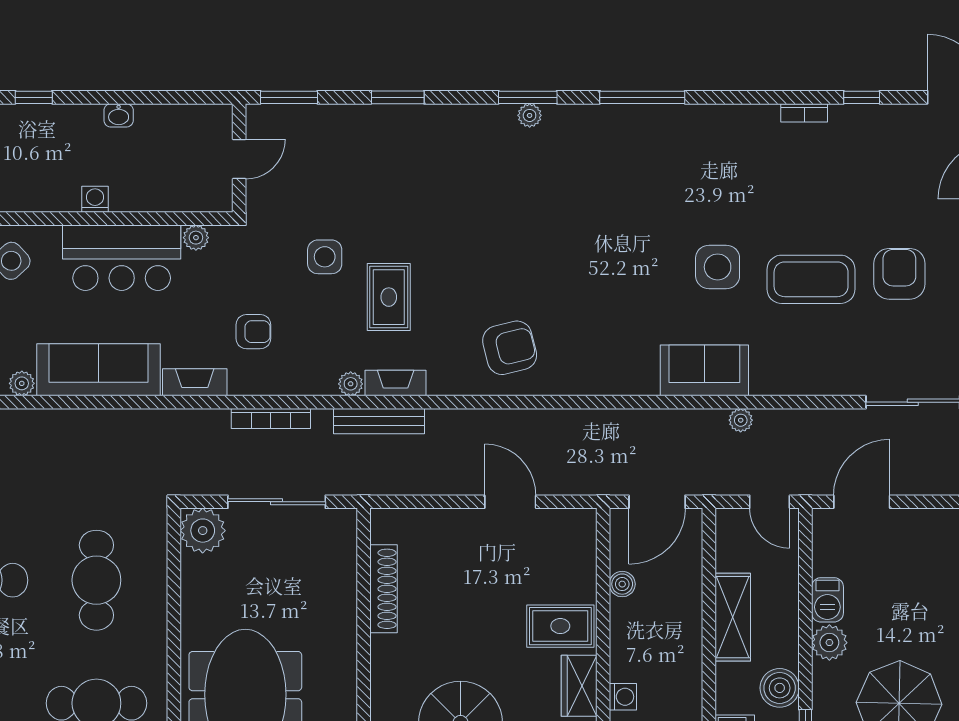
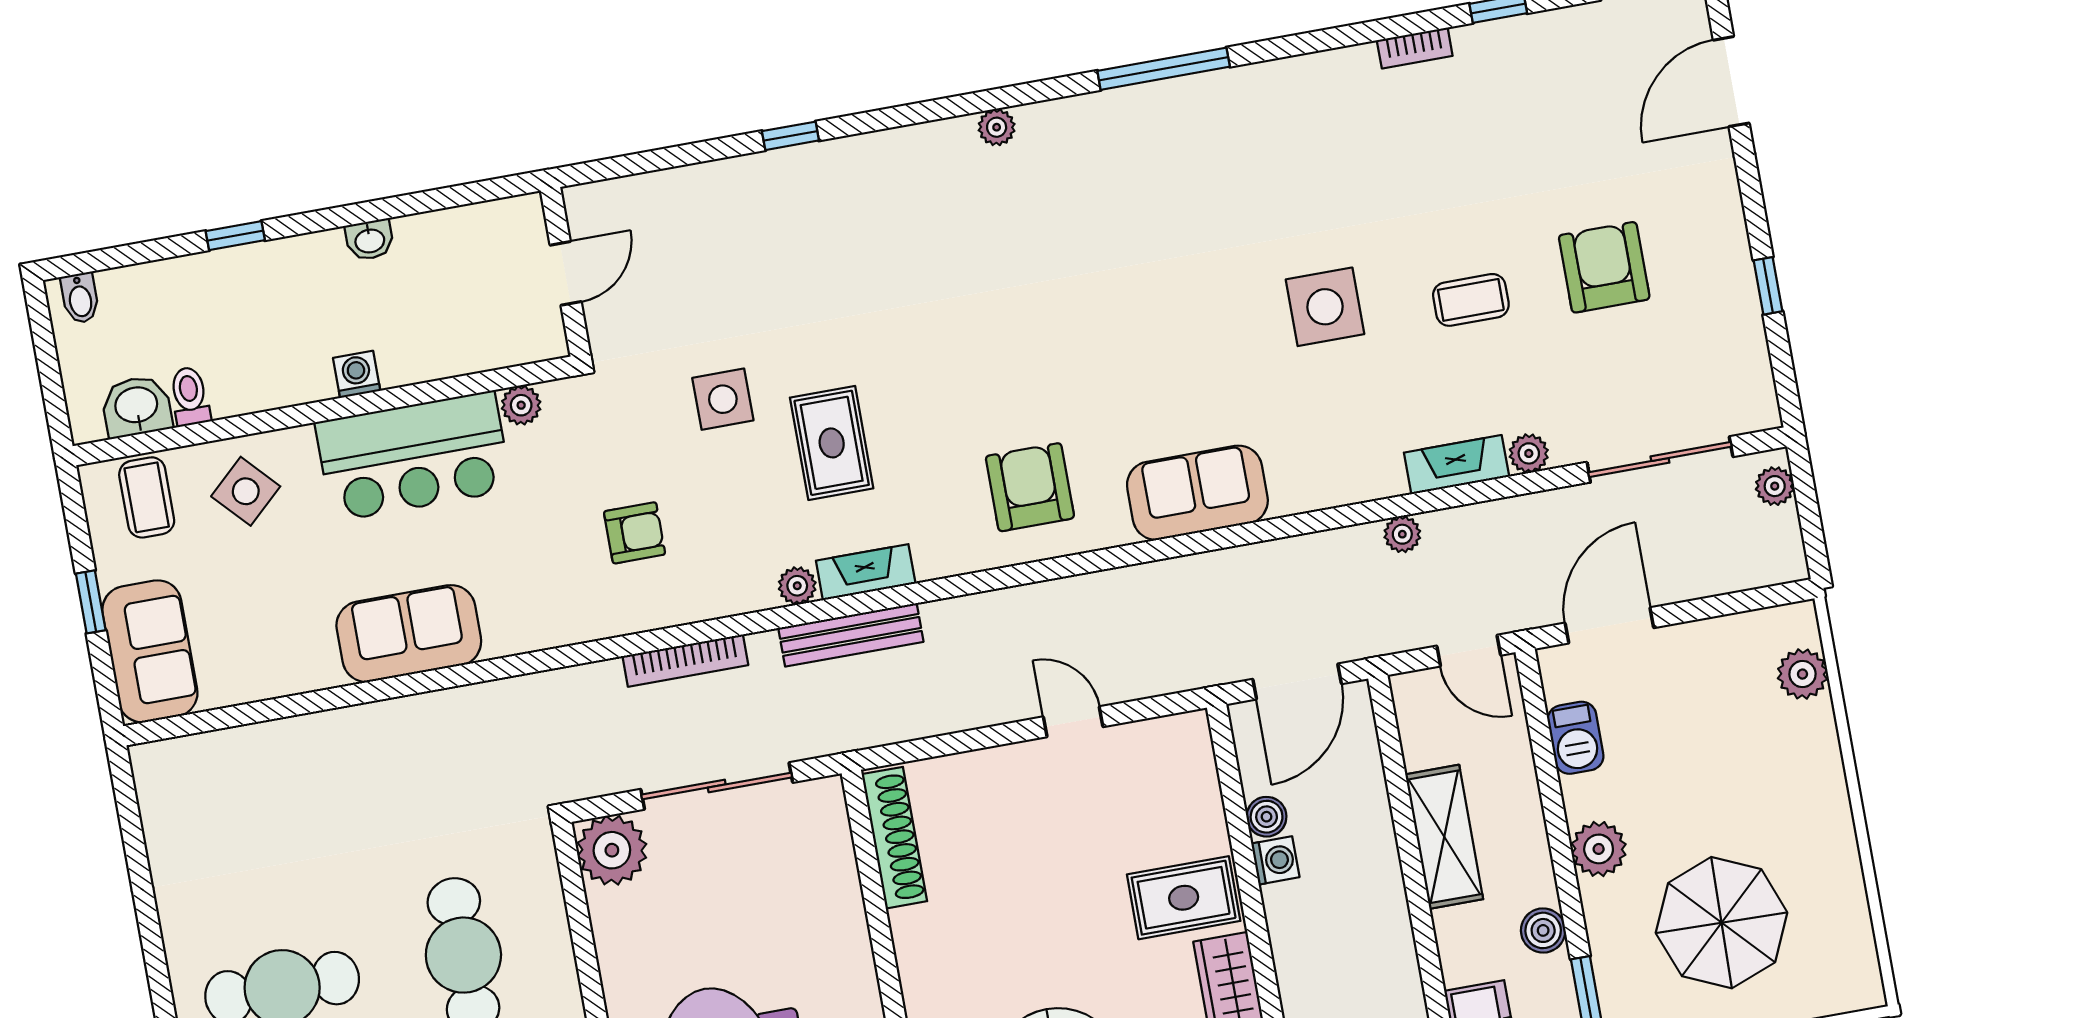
window: (289, 97) -> (624, 166), removed
window: (398, 97) -> (790, 136), width x0.67
window: (528, 97) -> (989, 100), removed
coffee table: (811, 279) -> (1471, 300), width x0.54, depth x0.58
armchair: (510, 348) -> (1030, 487), turned -76
sofa: (98, 370) -> (409, 634), width x0.73
sofa: (704, 370) -> (1197, 493), moved
fireplace: (195, 382) -> (1457, 465), moved
plant: (22, 383) -> (1529, 453), moved
door: (510, 502) -> (1073, 722), width x0.73
shoe rack: (383, 589) -> (894, 838), moved
barbecue: (827, 600) -> (1576, 738), moved
boiler: (780, 688) -> (1543, 930), width x0.73, depth x0.73
washing machine: (623, 697) -> (1275, 860), moved

